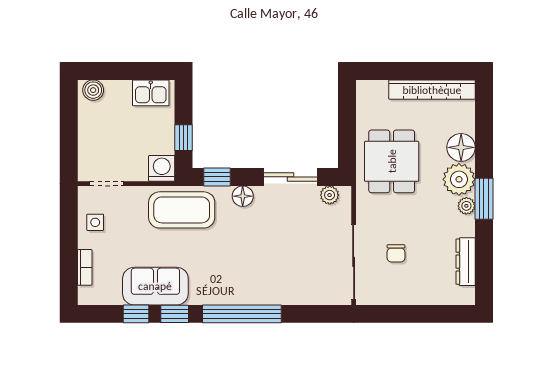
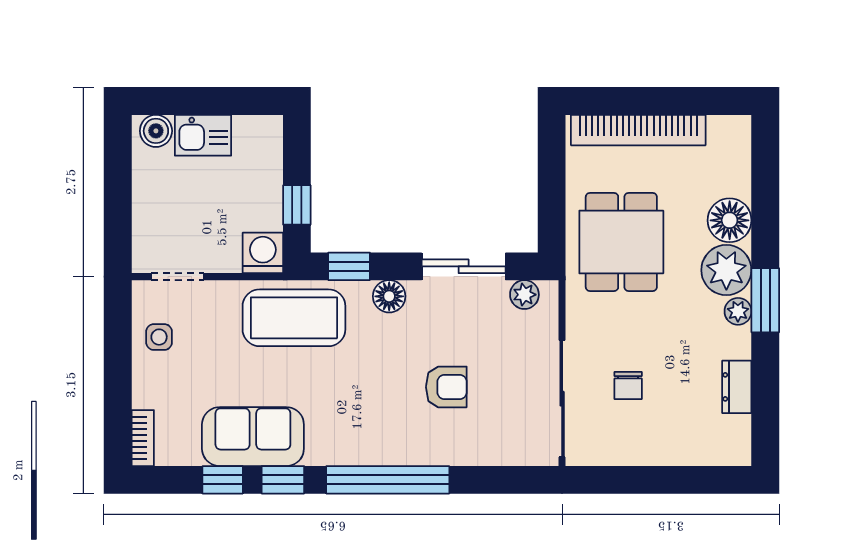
bookcase: (432, 90) -> (638, 130), moved
kitchen sink: (151, 93) -> (203, 135), moved
armchair: (279, 254) -> (446, 387), added
dresser: (466, 262) -> (737, 387), width x0.70
bookcase: (85, 267) -> (143, 438), moved

